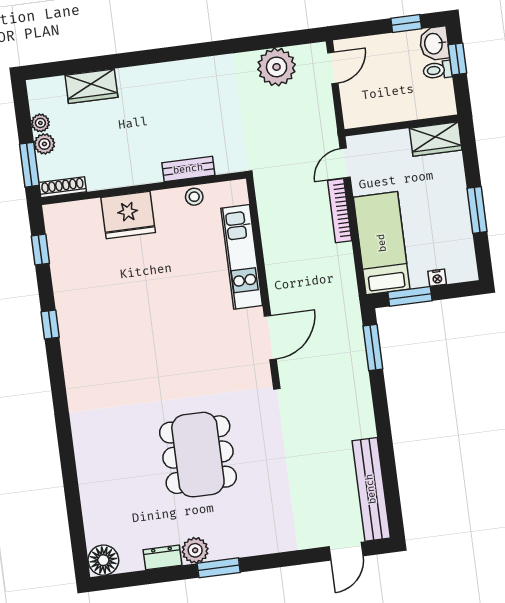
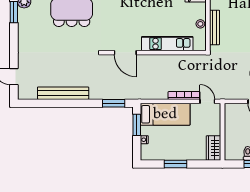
bench: (188, 169) -> (215, 27), width x1.36
bench: (371, 489) -> (63, 93), moved

